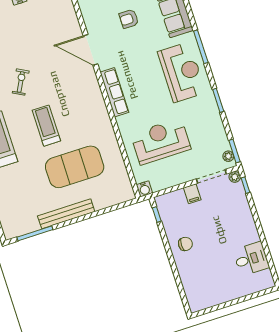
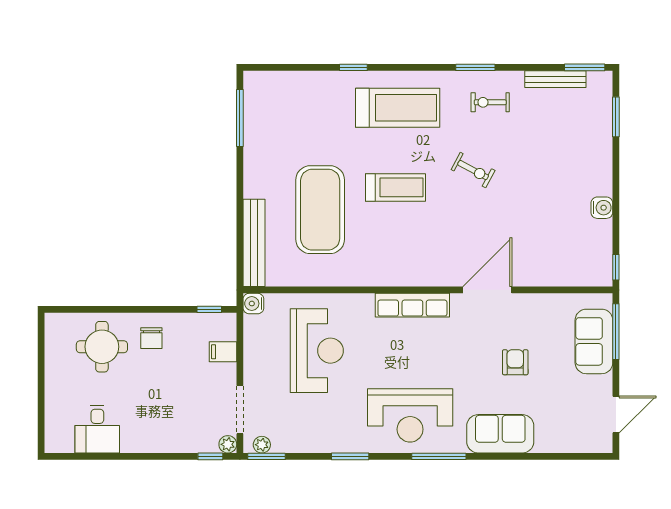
filing cabinet: (192, 194) -> (223, 352), moved
bench: (66, 214) -> (254, 243), moved
round table: (200, 272) -> (102, 347), added

